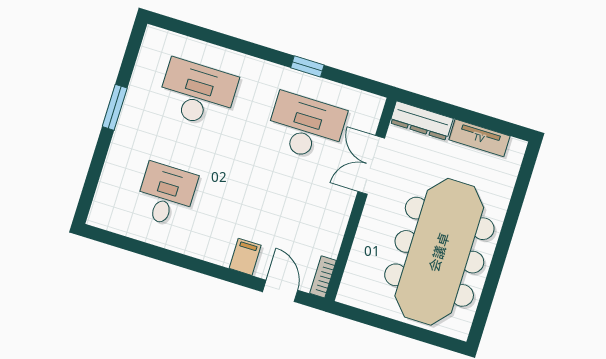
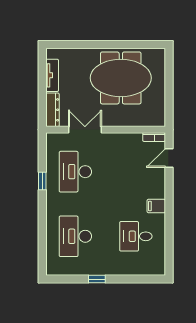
window: (115, 107) -> (97, 279), width x0.67
double door: (371, 165) -> (85, 130), swing flipped
meeting table: (439, 252) -> (121, 78), width x0.73
filing cabinet: (245, 257) -> (156, 206), moved

